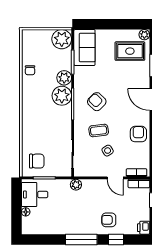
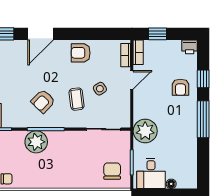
plant: (64, 78) -> (15, 139), removed
plant: (76, 185) -> (145, 131), width x1.88, depth x1.88

